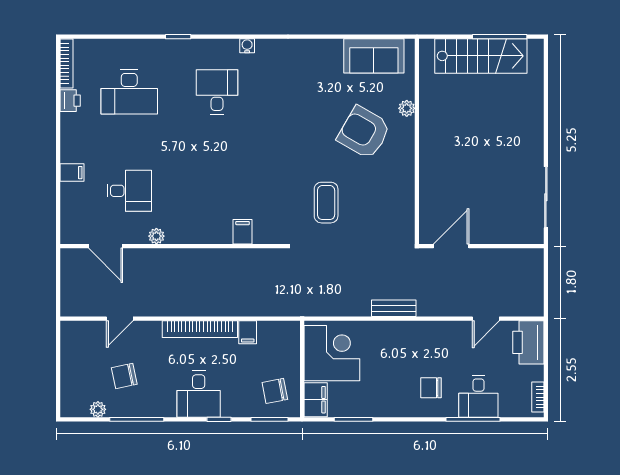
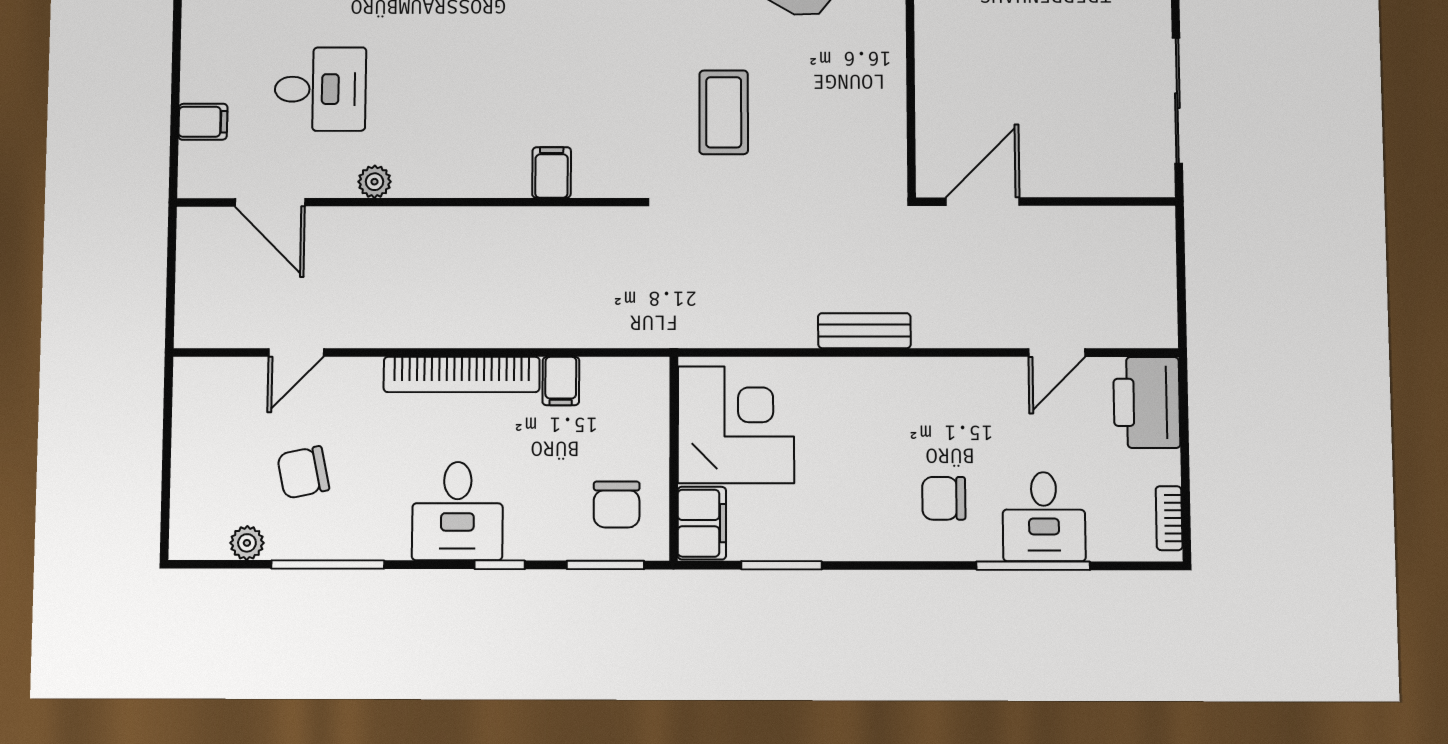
filing cabinet: (72, 173) -> (203, 122), moved
chair: (275, 391) -> (617, 504), turned -79

